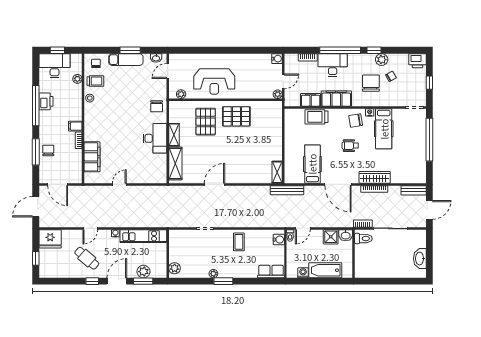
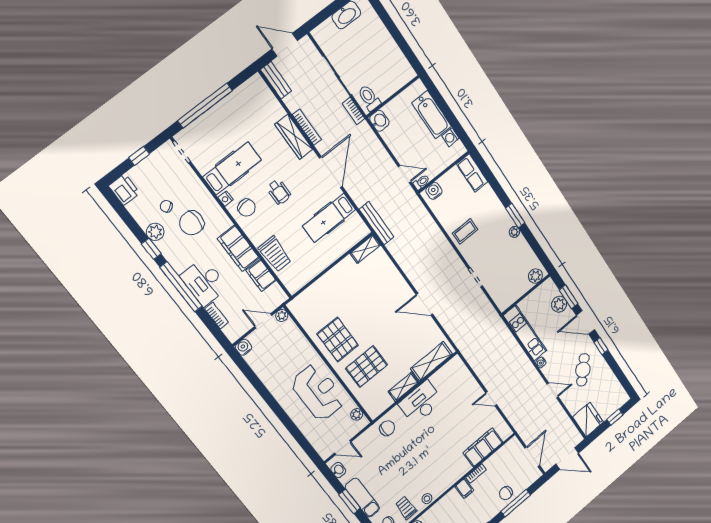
shower: (331, 237) -> (392, 136), removed

